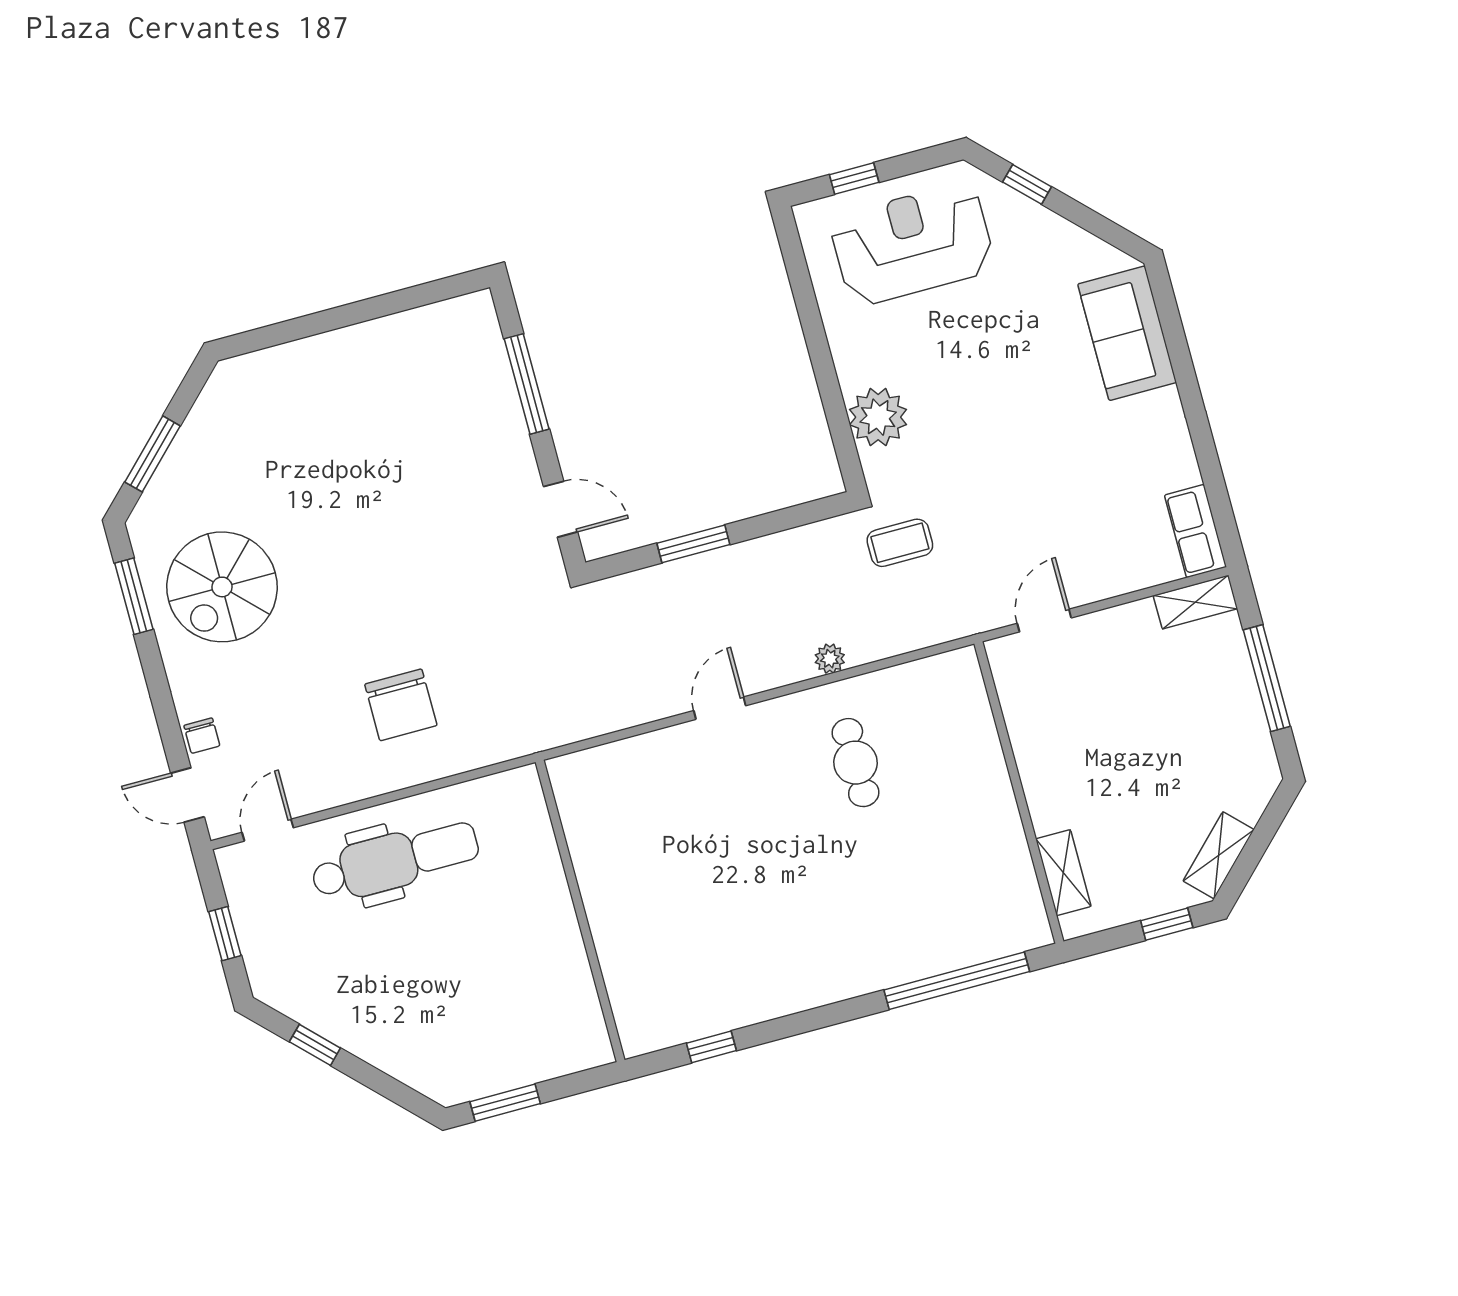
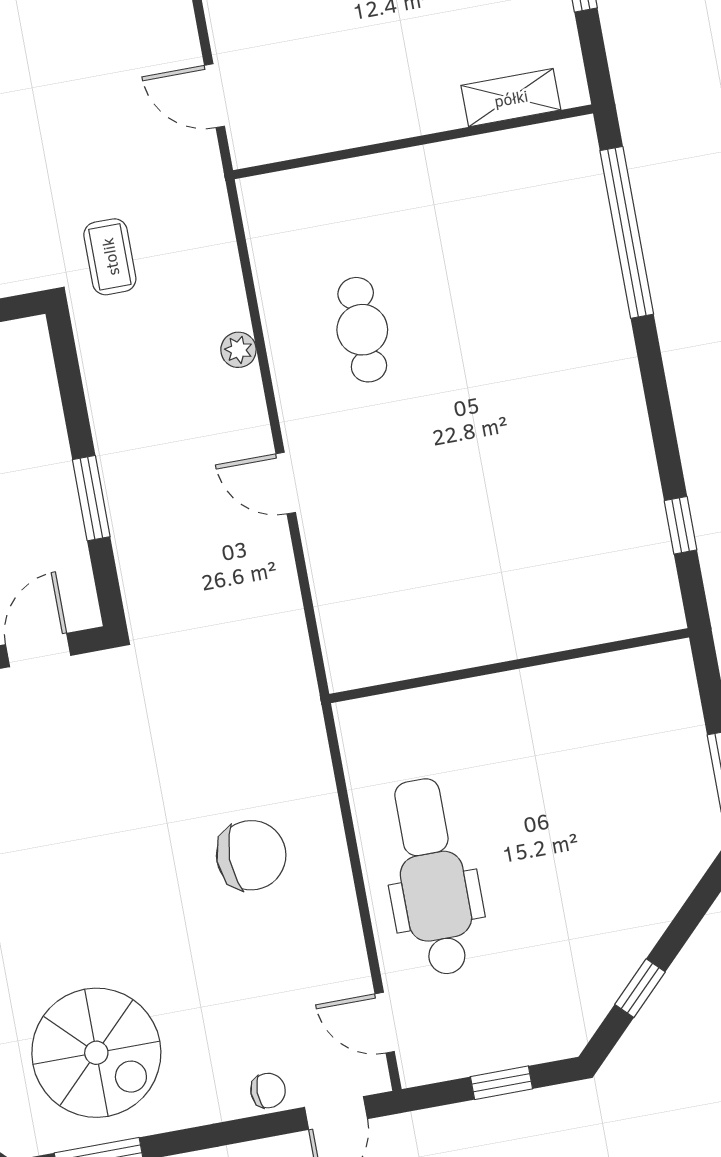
cafe table: (856, 763) -> (362, 330), turned 90

